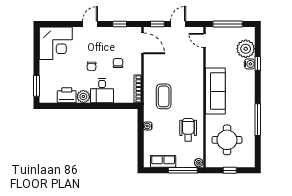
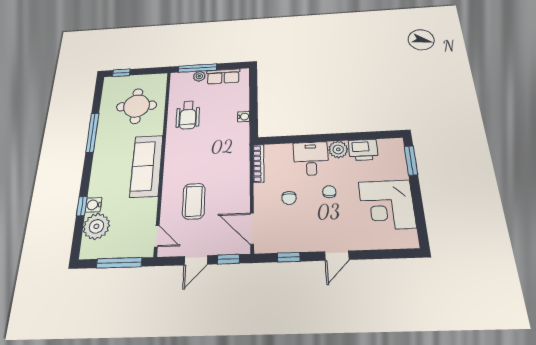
corner desk: (56, 43) -> (387, 205), moved, turned -90
coffee table: (164, 96) -> (194, 201), moved
plant: (199, 163) -> (199, 76), moved
window: (230, 170) -> (121, 73), moved

